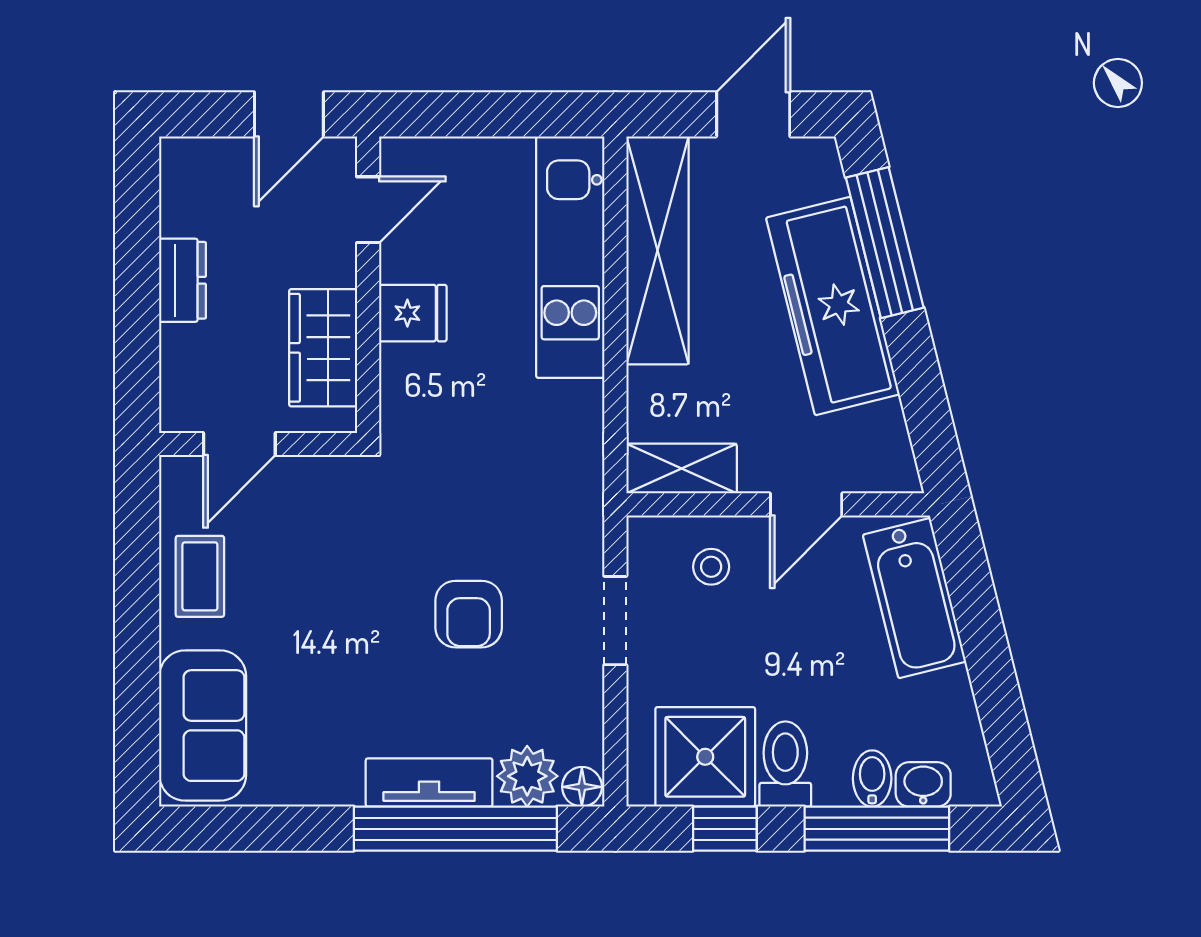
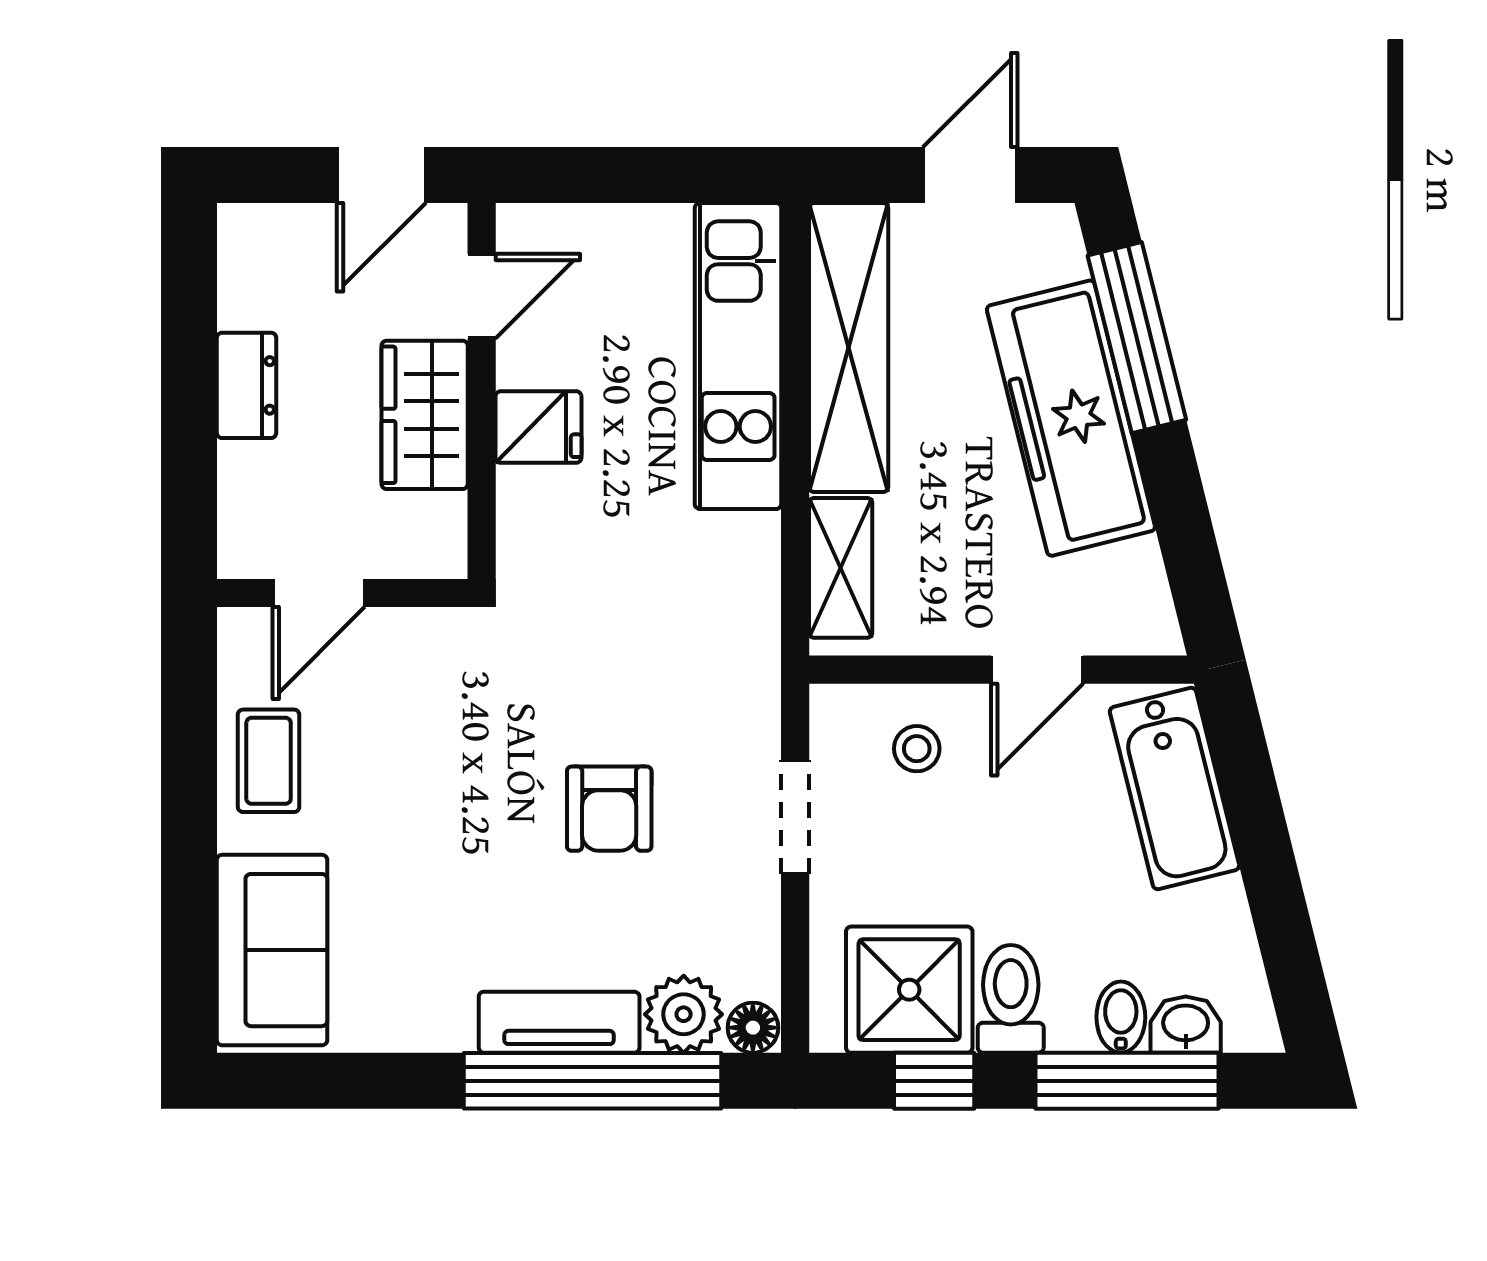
wardrobe: (323, 348) -> (425, 415), moved
shelving: (682, 469) -> (841, 568), moved, turned 90

